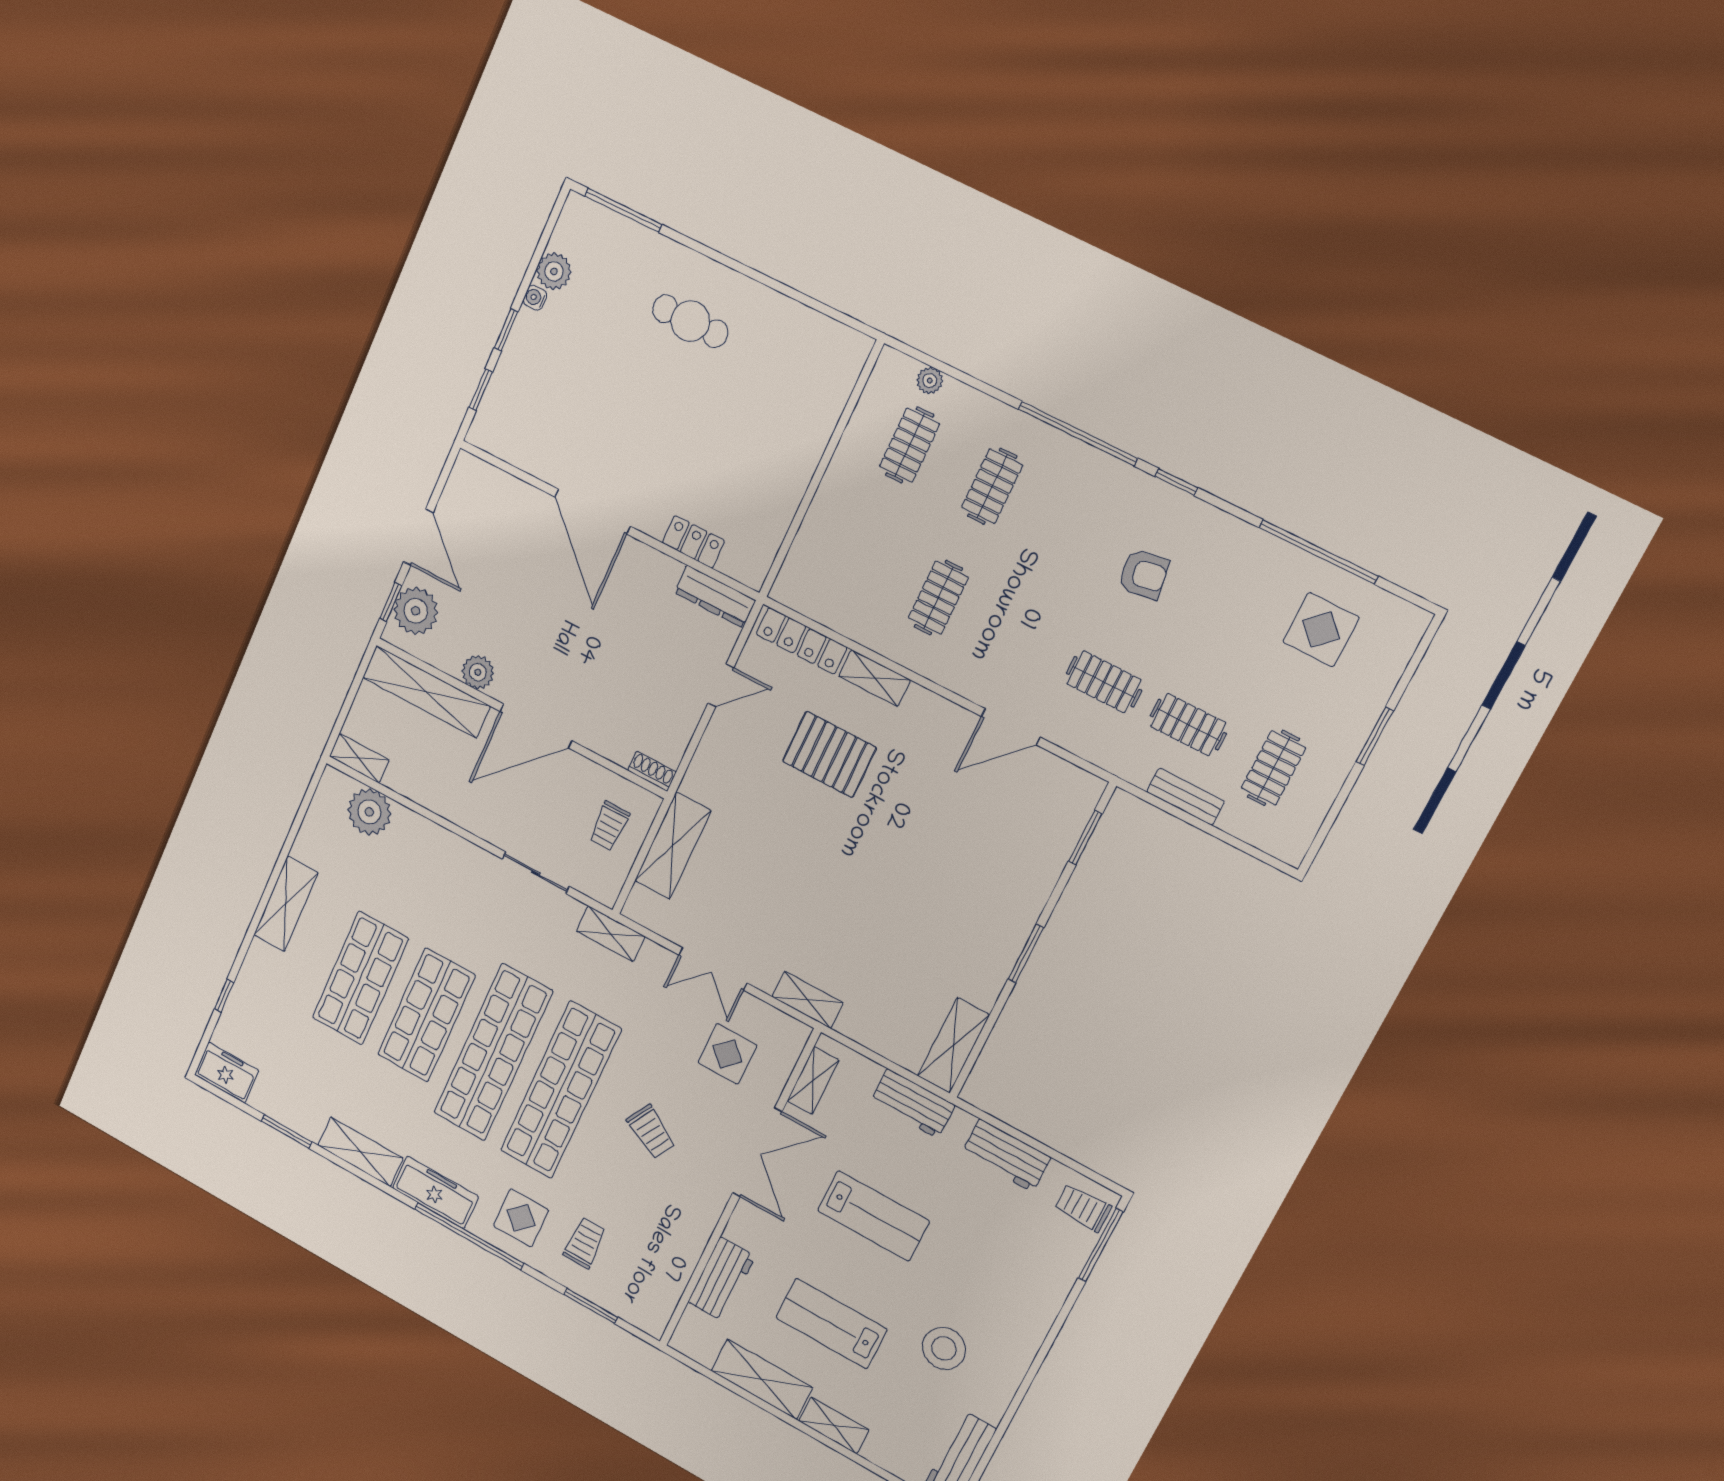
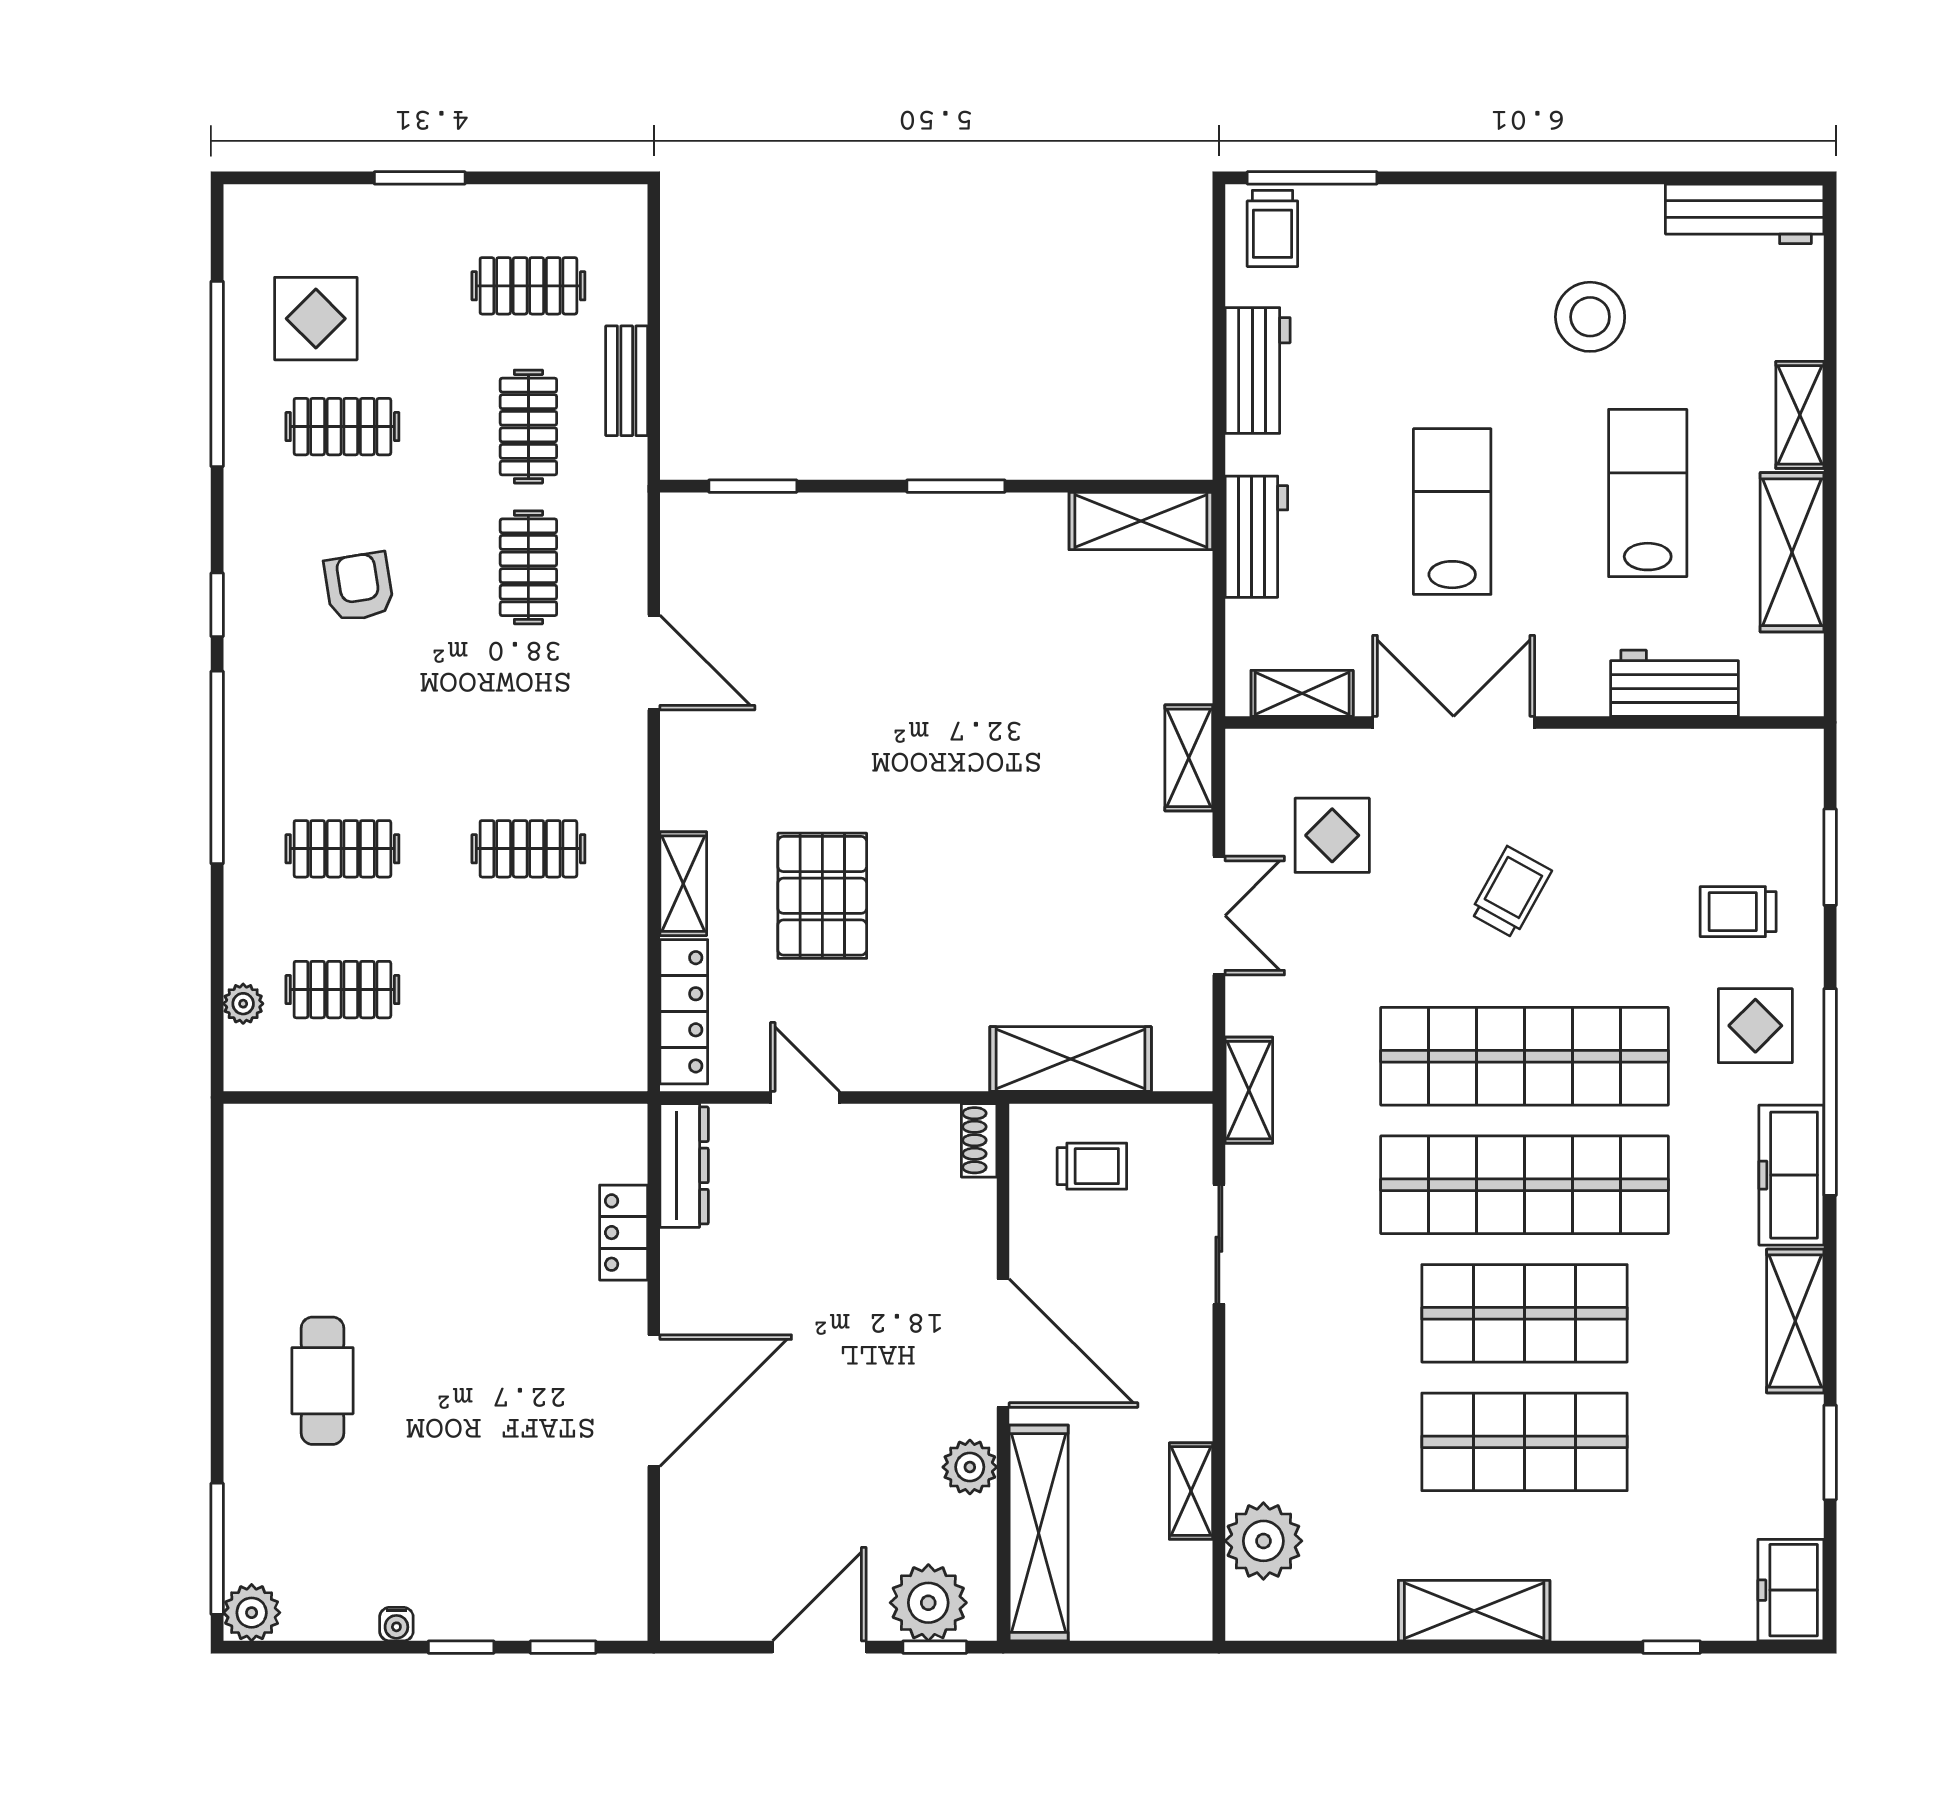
plant: (554, 271) -> (252, 1613), moved
clothes rail: (1246, 613) -> (342, 427), added
shelving: (359, 758) -> (1191, 1491), moved
lab bench: (831, 1324) -> (1648, 493), turned 180

